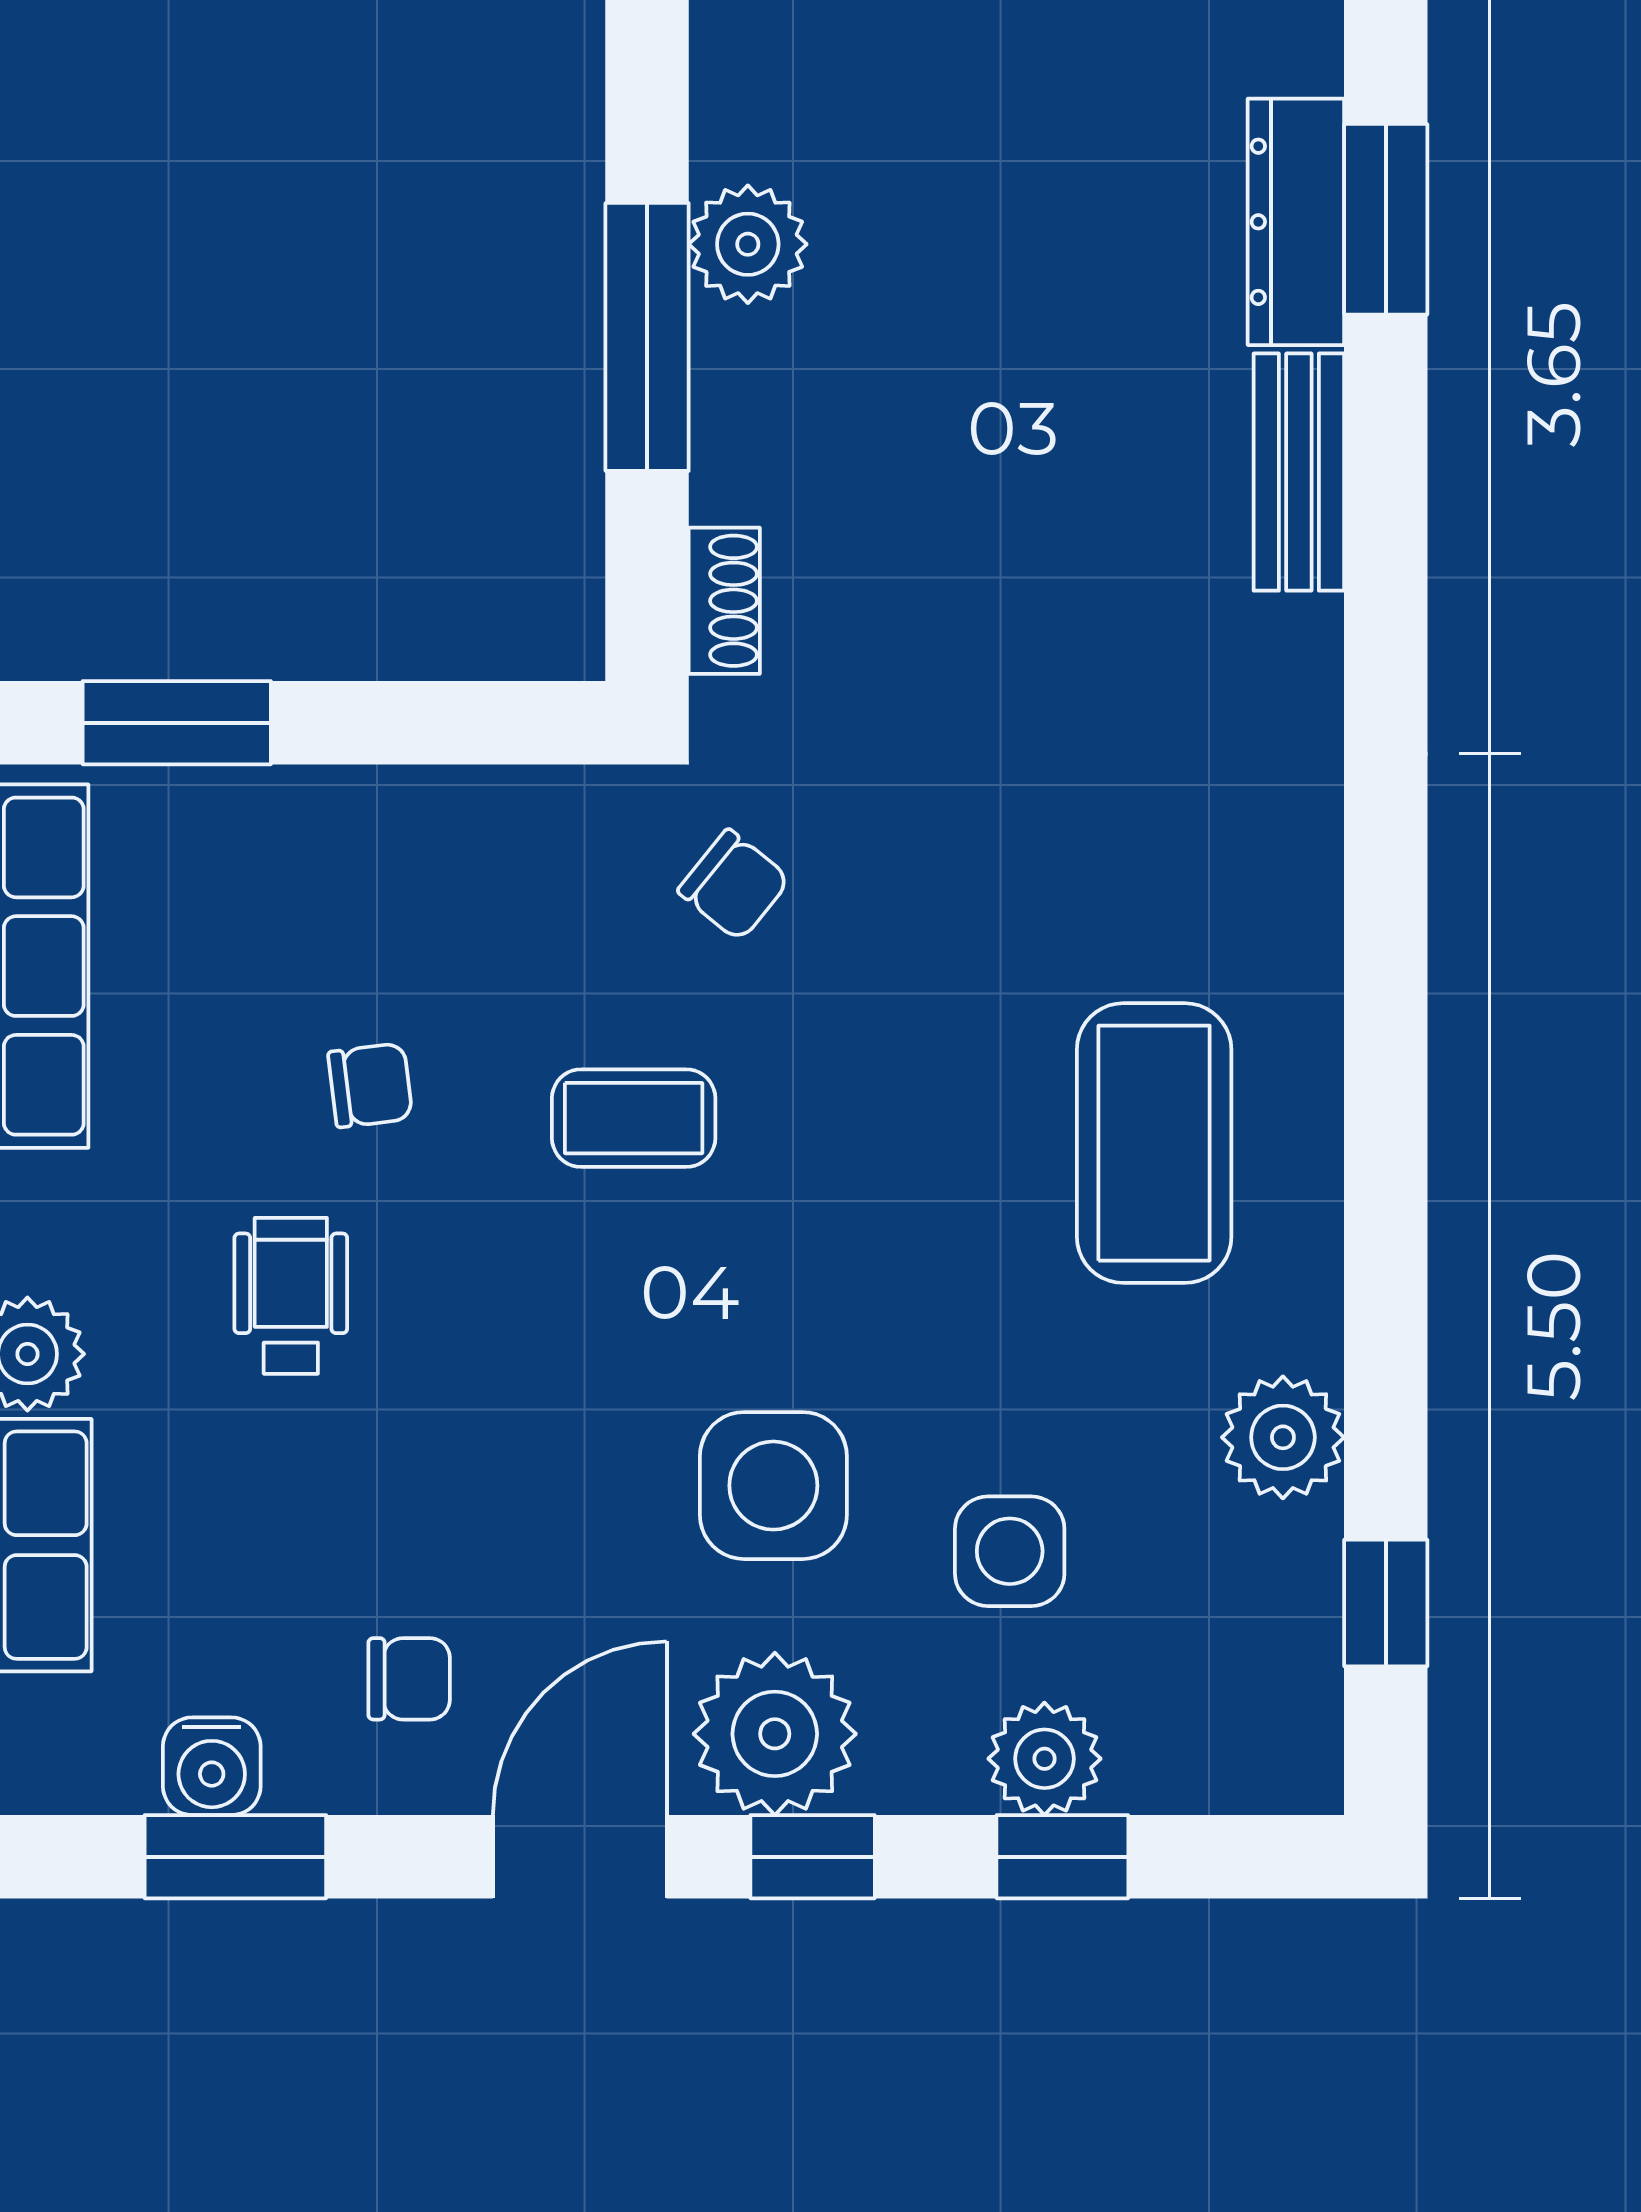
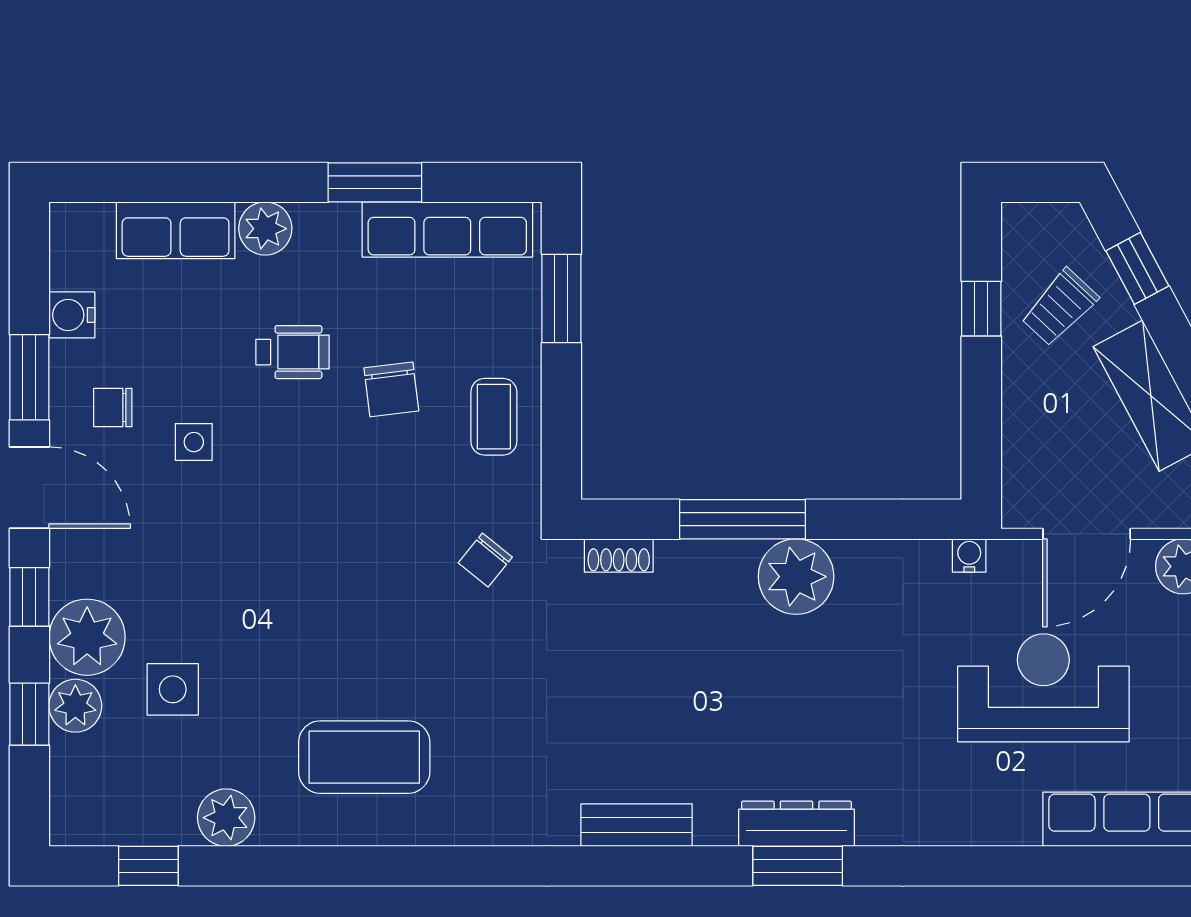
plant: (748, 244) -> (796, 577), width x1.36, depth x1.36
bench: (1299, 472) -> (637, 825), moved
chair: (370, 1085) -> (391, 389), width x1.37, depth x1.37
coffee table: (634, 1118) -> (494, 417), moved
side table: (773, 1486) -> (194, 442), moved, width x0.54, depth x0.54
chair: (409, 1679) -> (113, 408), turned 90
plant: (775, 1734) -> (87, 637), moved
window: (235, 1857) -> (29, 377), moved

